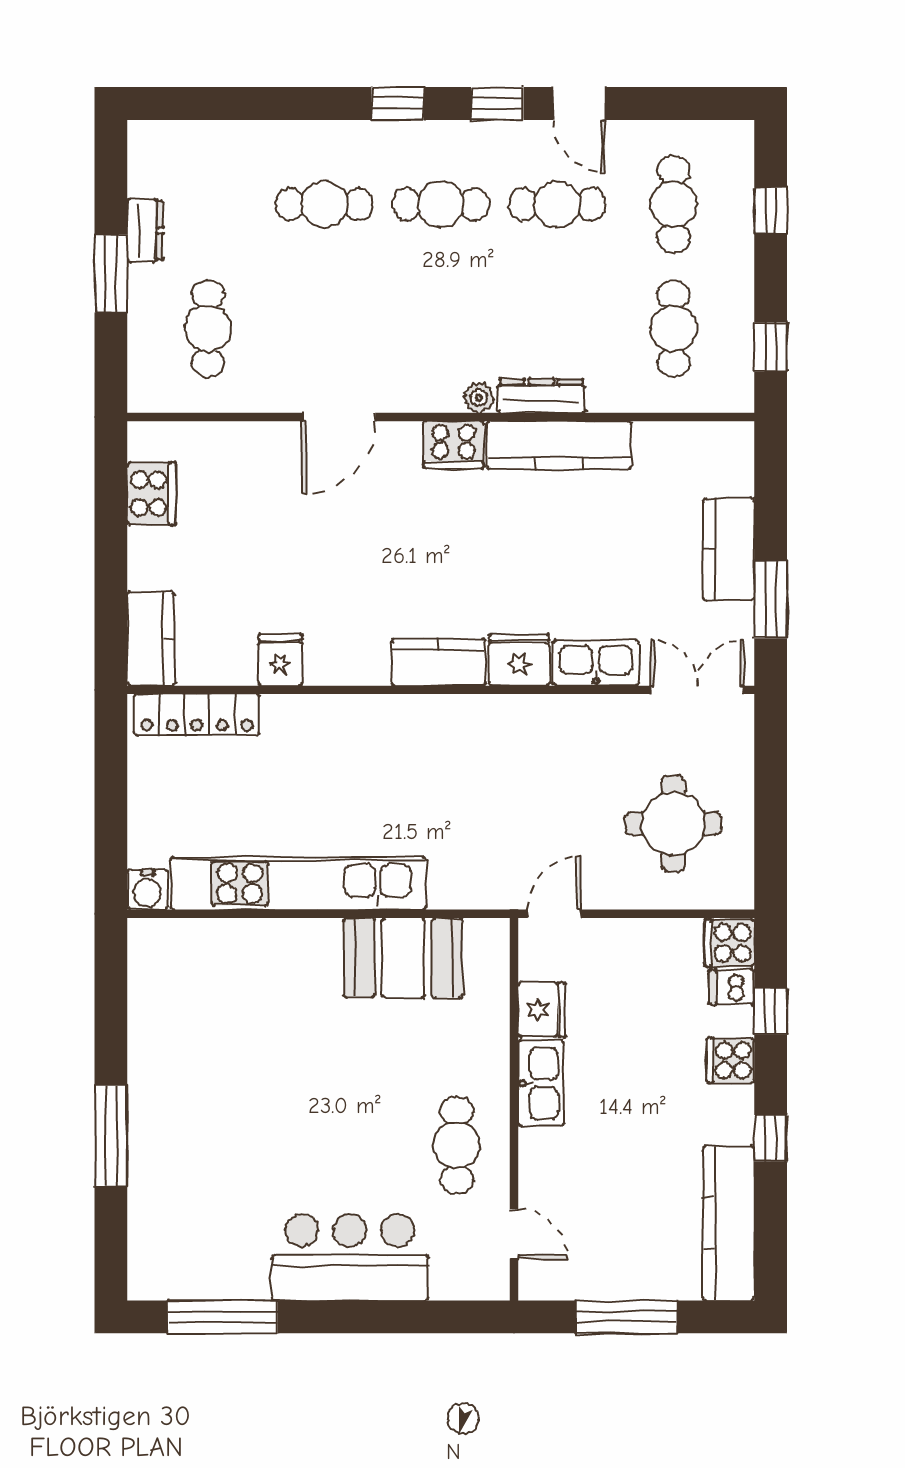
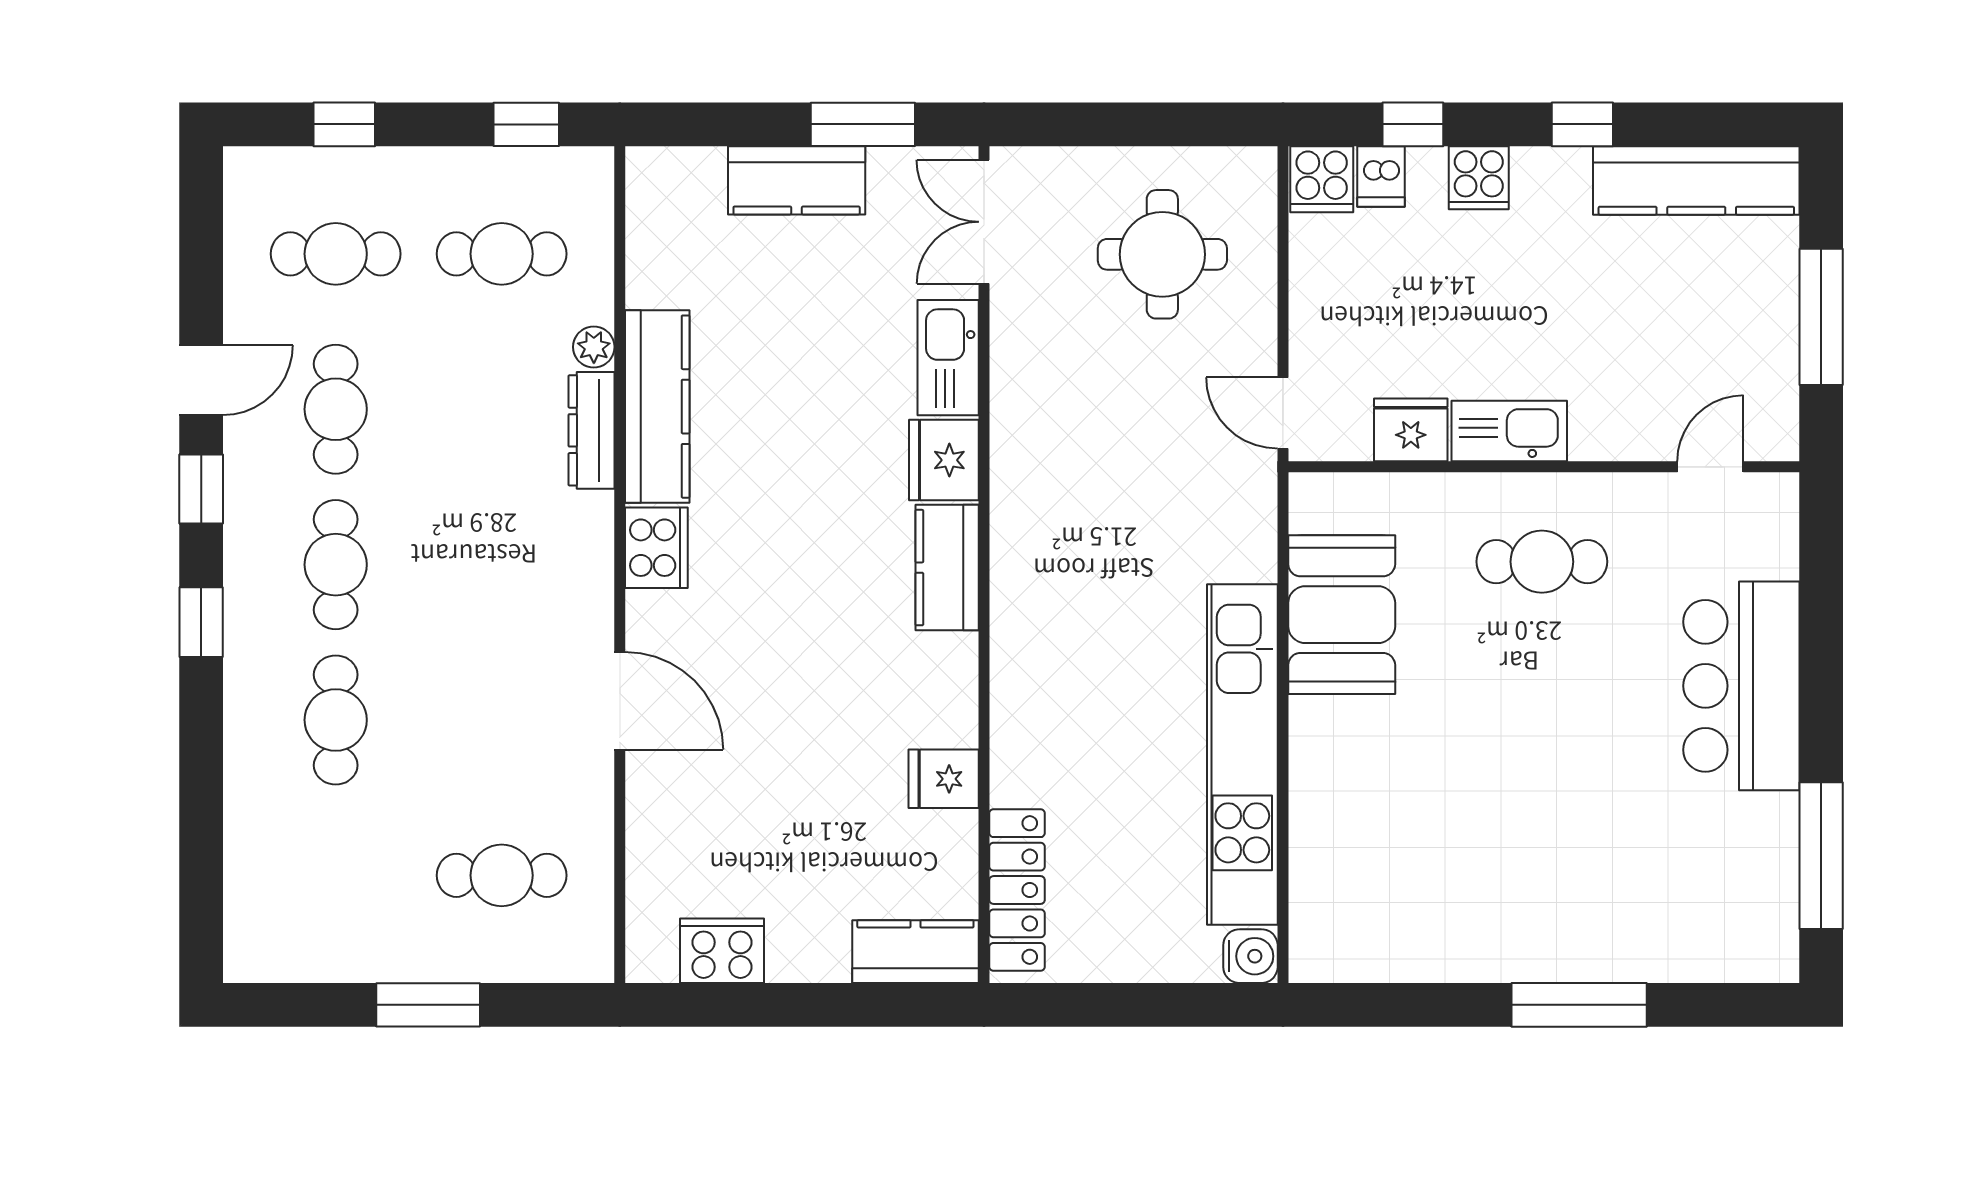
dresser: (145, 230) -> (371, 959), removed
plant: (479, 398) -> (594, 347), moved
cafe table: (457, 1145) -> (1542, 562), moved

